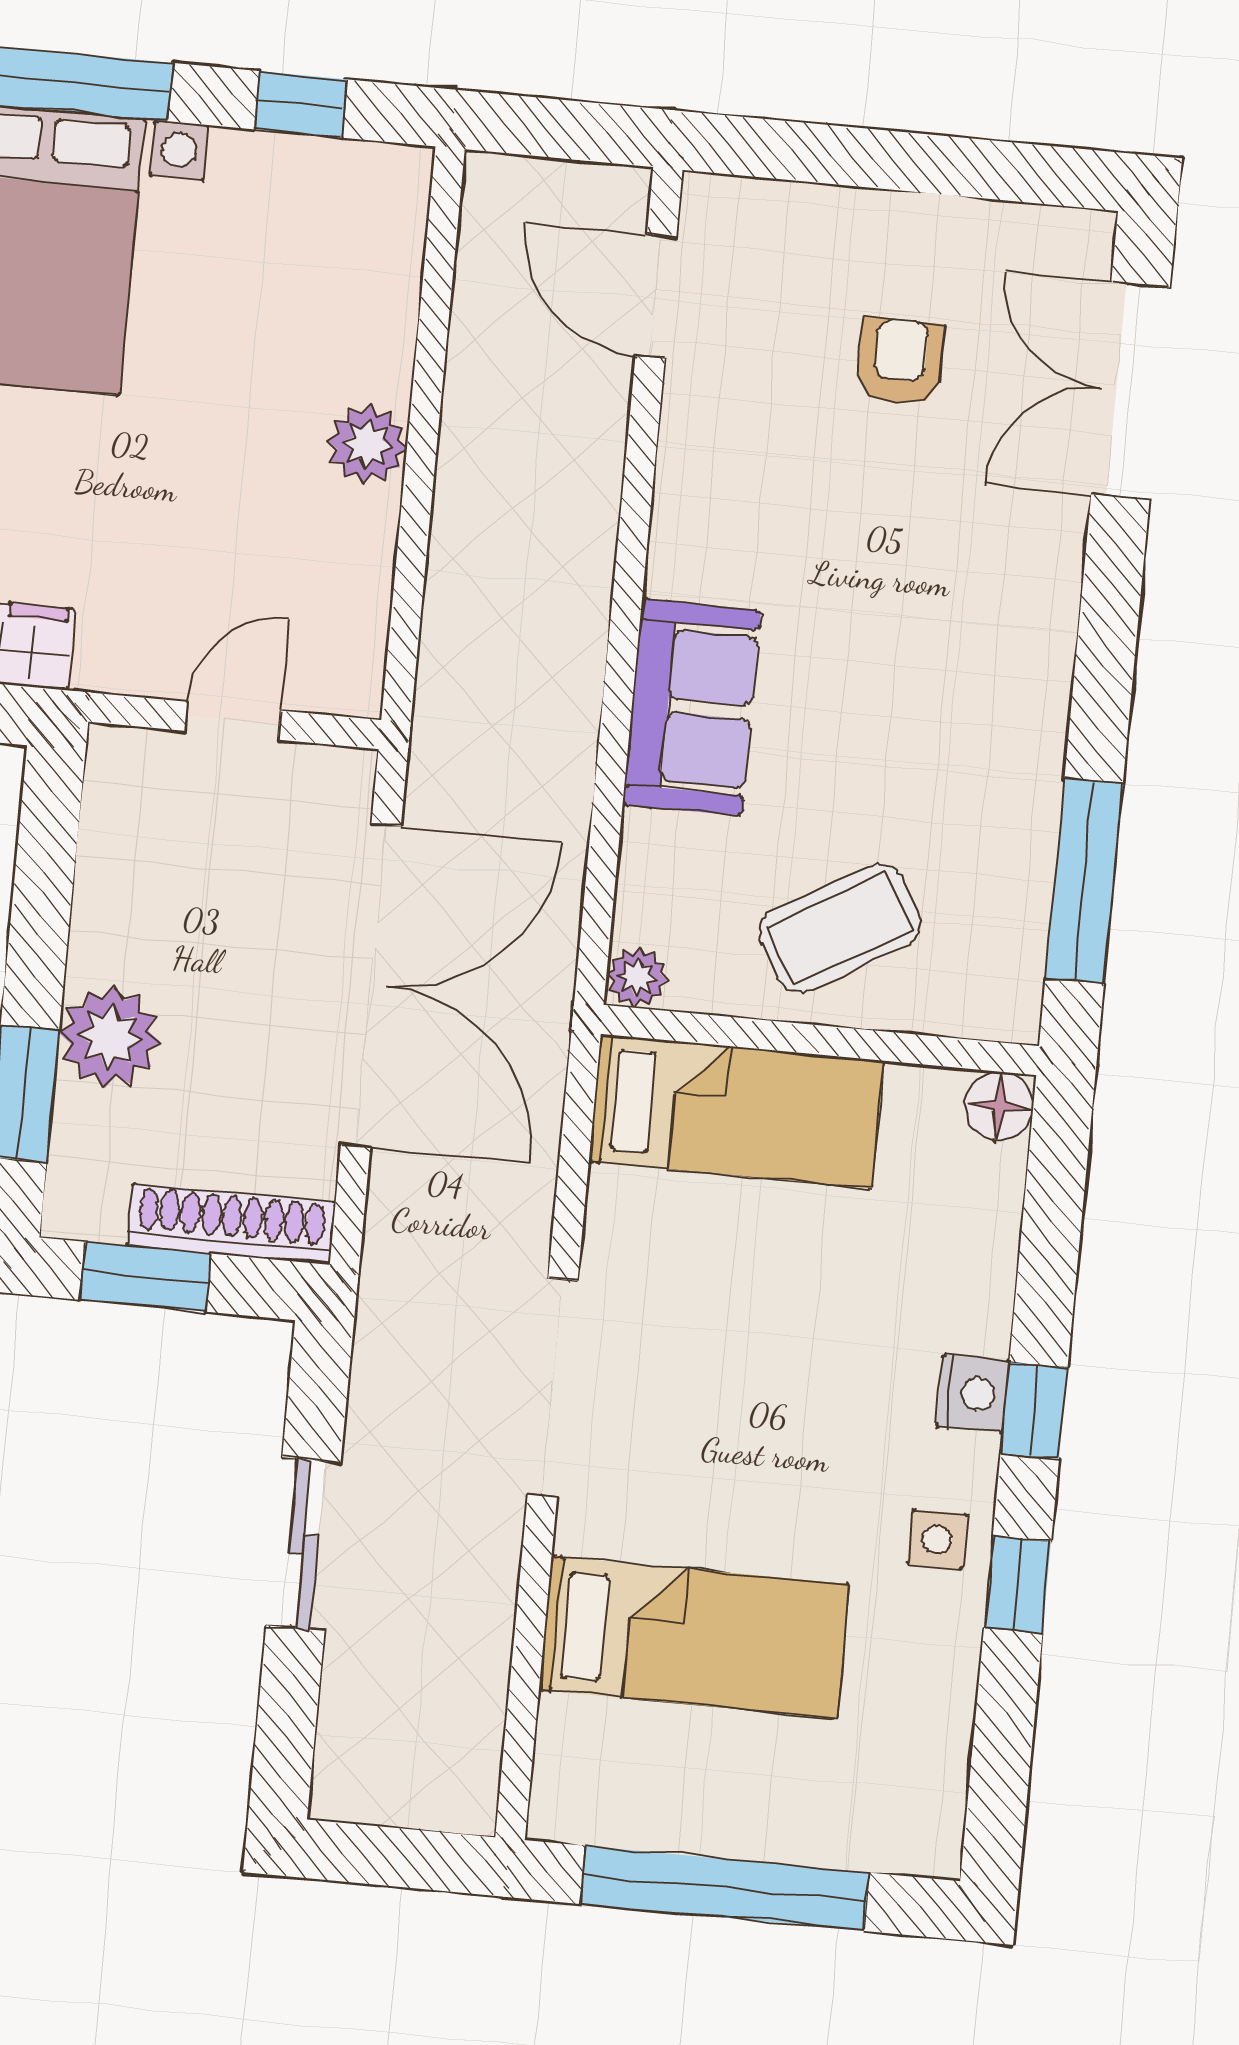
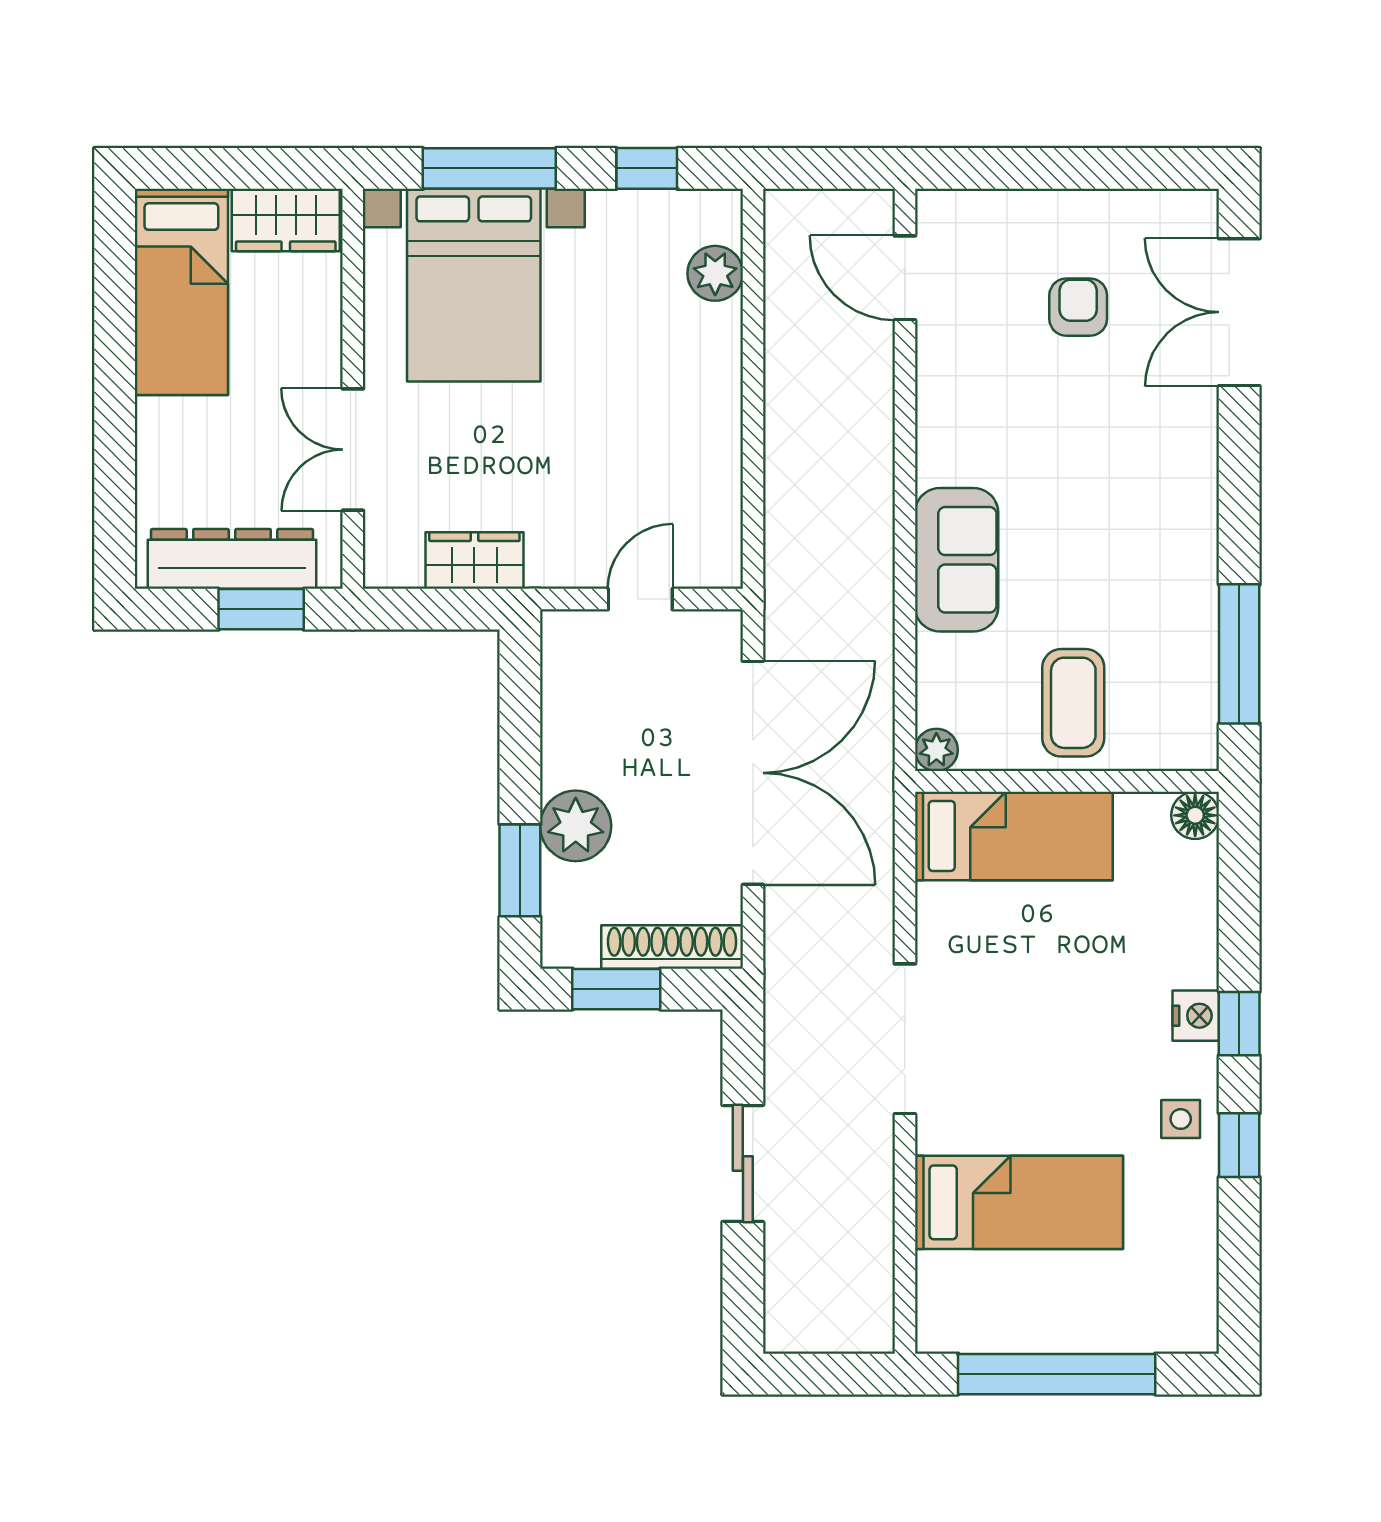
plant: (367, 444) -> (715, 273), moved
coffee table: (840, 928) -> (1073, 703), turned -60

